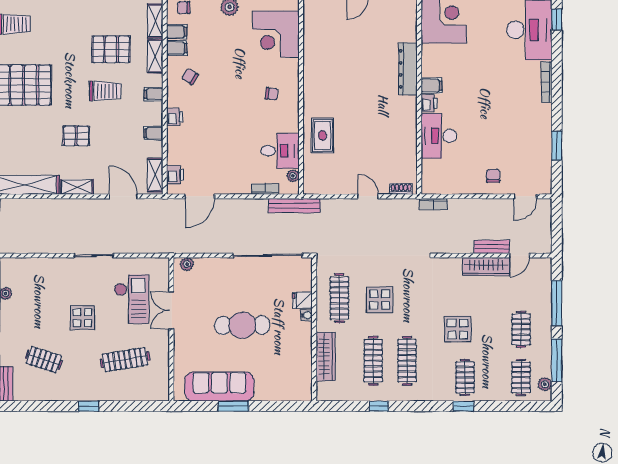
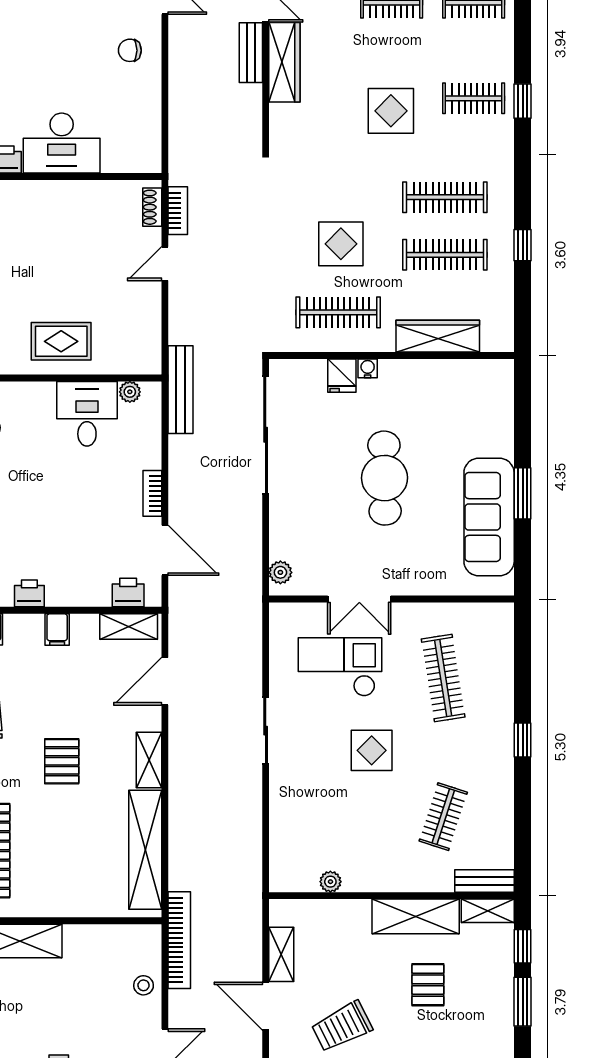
bookcase: (265, 189) -> (152, 493), moved
bookcase: (433, 204) -> (178, 211), moved

